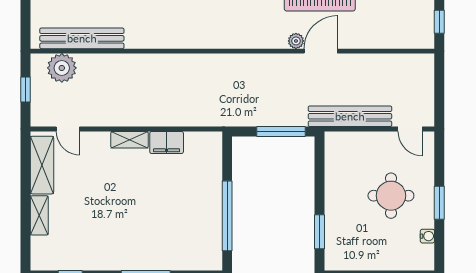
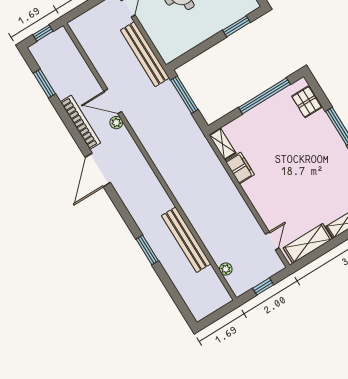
bench: (82, 38) -> (186, 240), moved
plant: (62, 68) -> (226, 269), width x0.53, depth x0.53
shelving: (130, 140) -> (222, 144), moved
pallet: (193, 257) -> (307, 102), added

